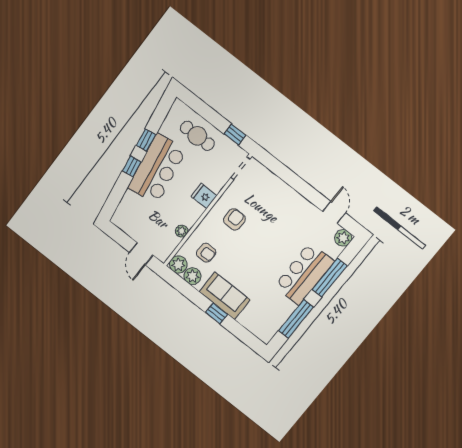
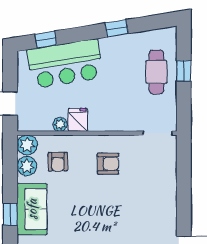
window: (235, 135) -> (184, 71), moved
window: (132, 166) -> (46, 40), moved
bar counter: (157, 169) -> (65, 64), moved
fridge: (204, 196) -> (78, 120), moved

